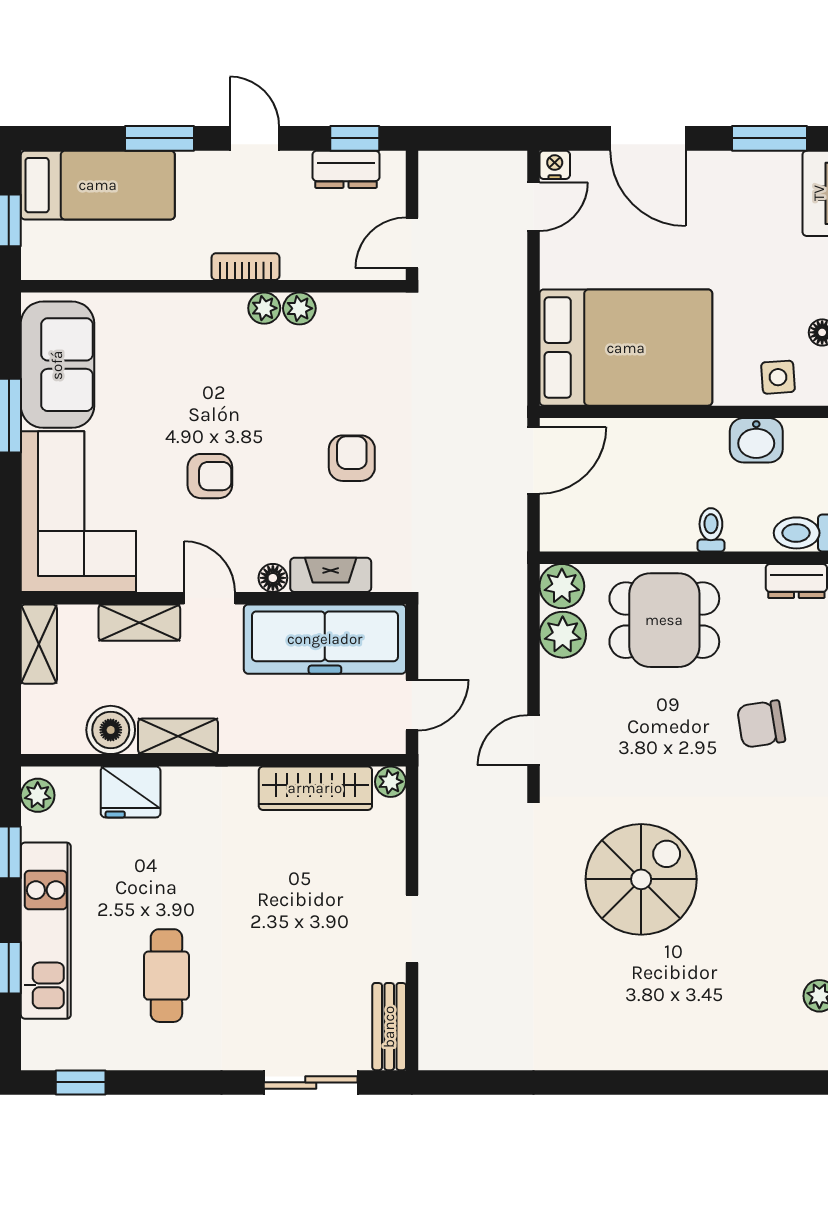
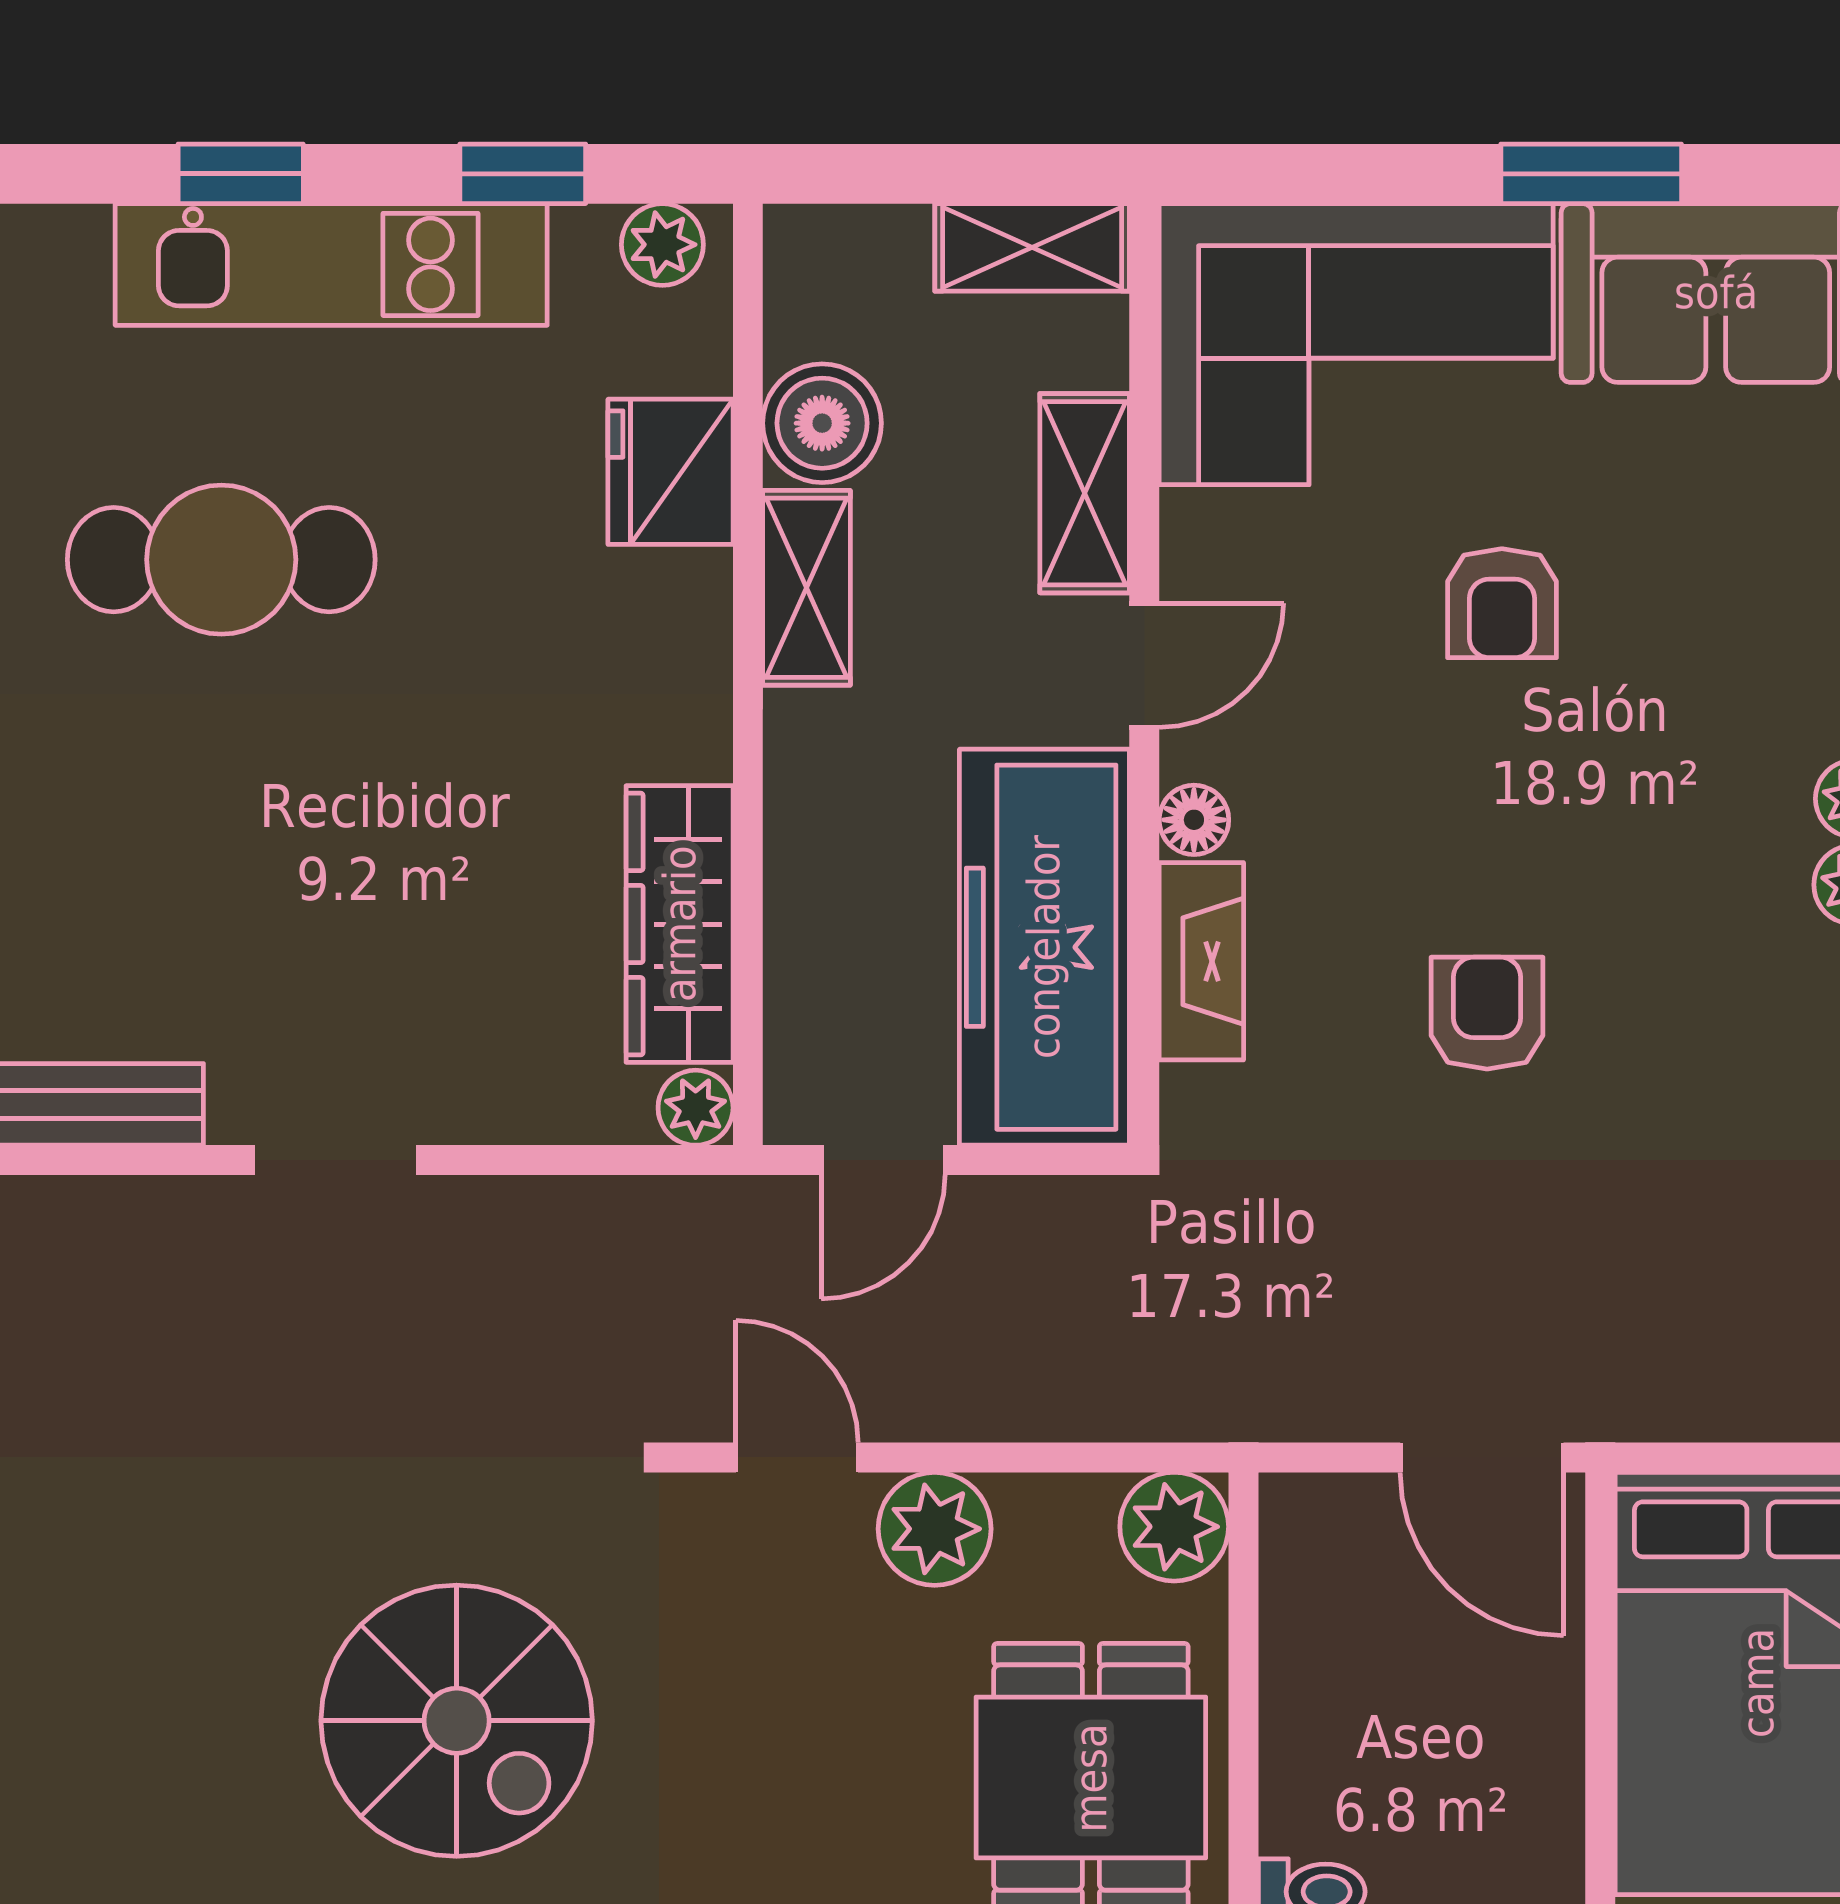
armchair: (352, 458) -> (1487, 1013), turned -90
armchair: (210, 476) -> (1502, 603), moved
plant: (563, 635) -> (935, 1529), moved
door: (412, 705) -> (883, 1160), hinge flipped
cafe table: (166, 976) -> (221, 560), width x1.37, depth x1.35

